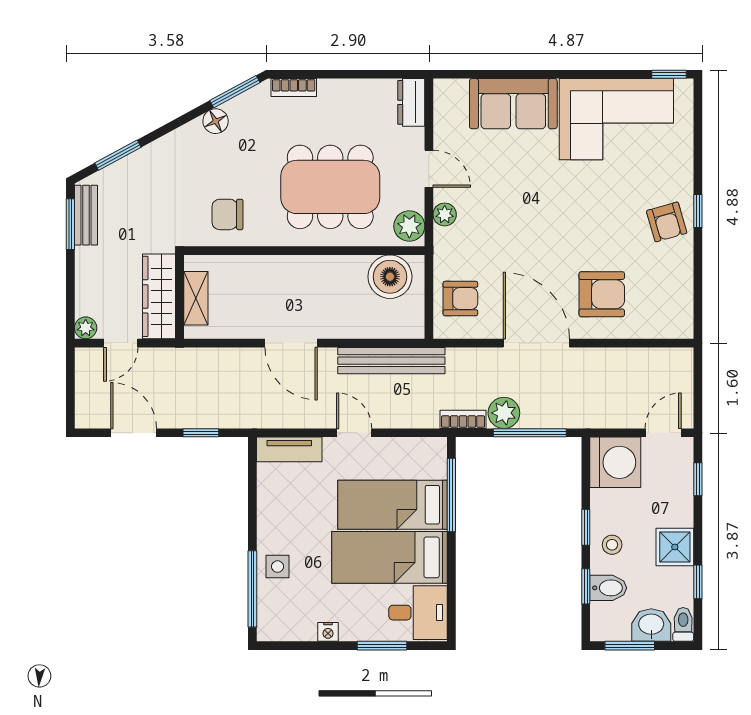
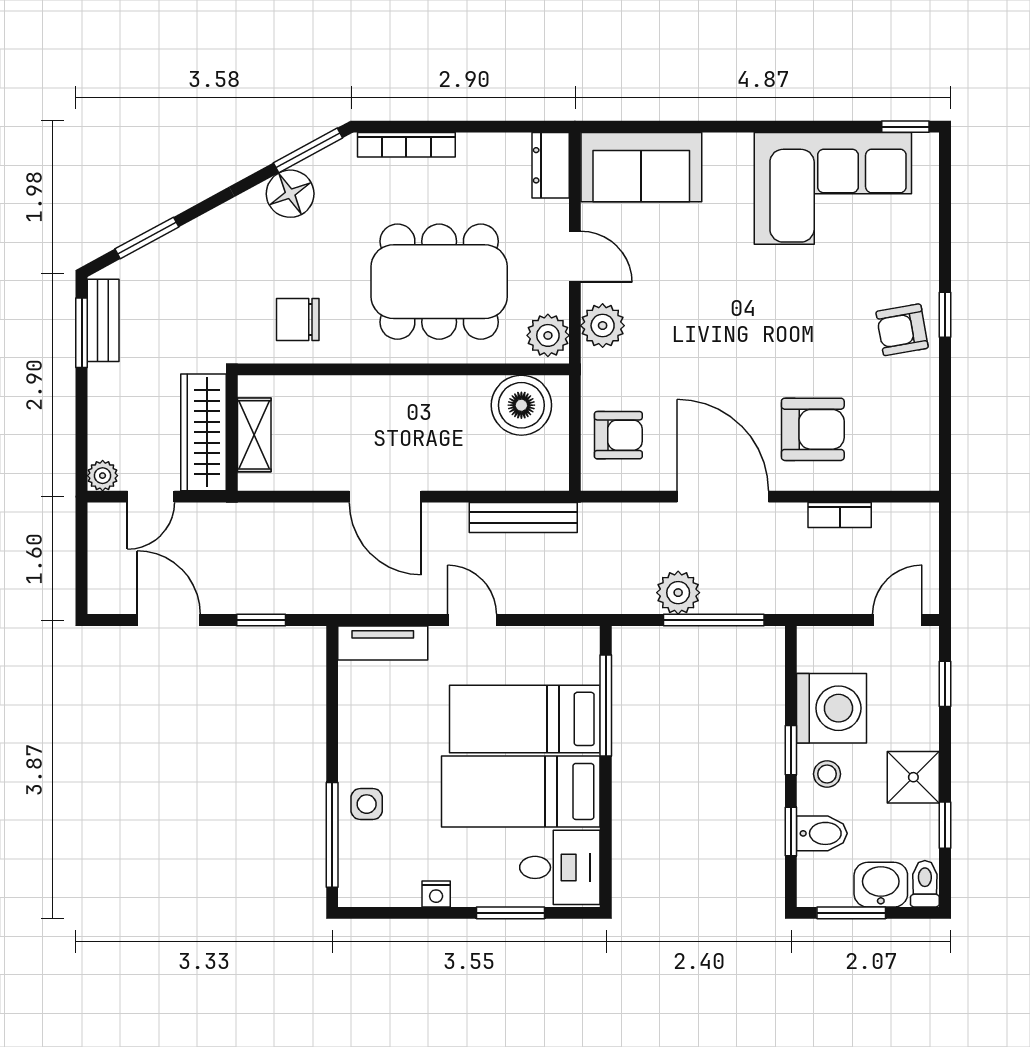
bookcase: (294, 87) -> (406, 145), width x1.56
sofa: (513, 104) -> (641, 167), moved
floor lamp: (216, 121) -> (290, 194), width x1.38, depth x1.38
plant: (445, 214) -> (603, 326), width x1.38, depth x1.38
armchair: (667, 222) -> (902, 330), turned 96
bench: (391, 361) -> (523, 517), width x0.73, depth x0.82
bookcase: (463, 419) -> (840, 515), moved, turned 180
washing machine: (615, 462) -> (831, 708), moved

